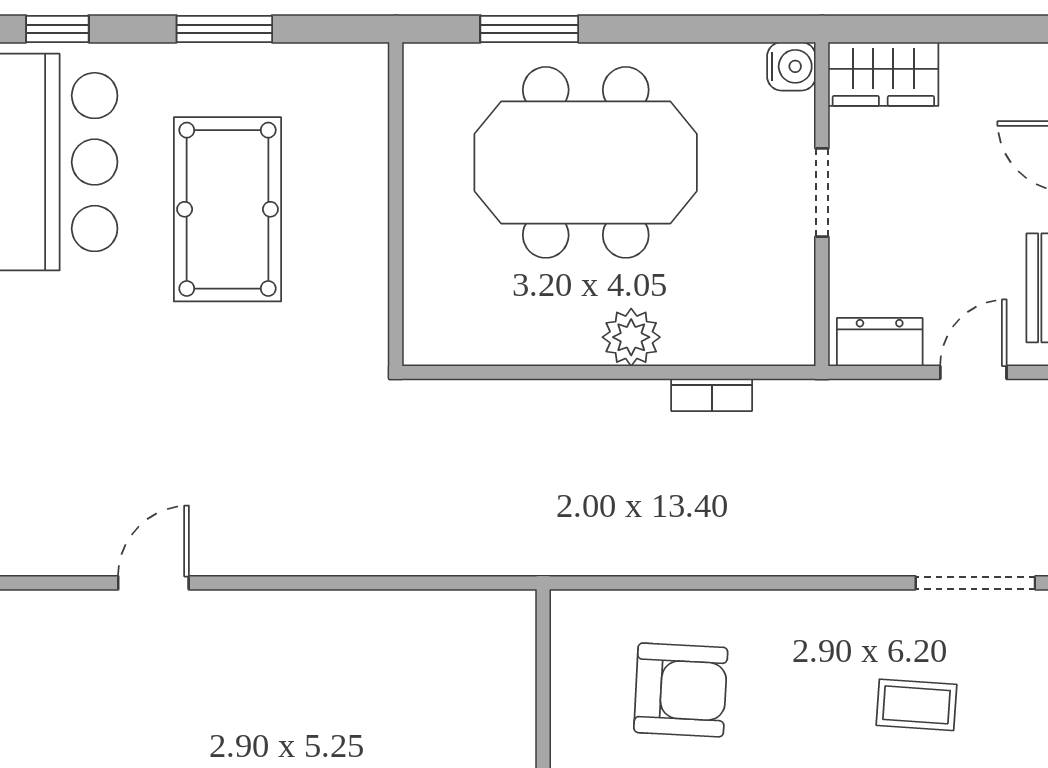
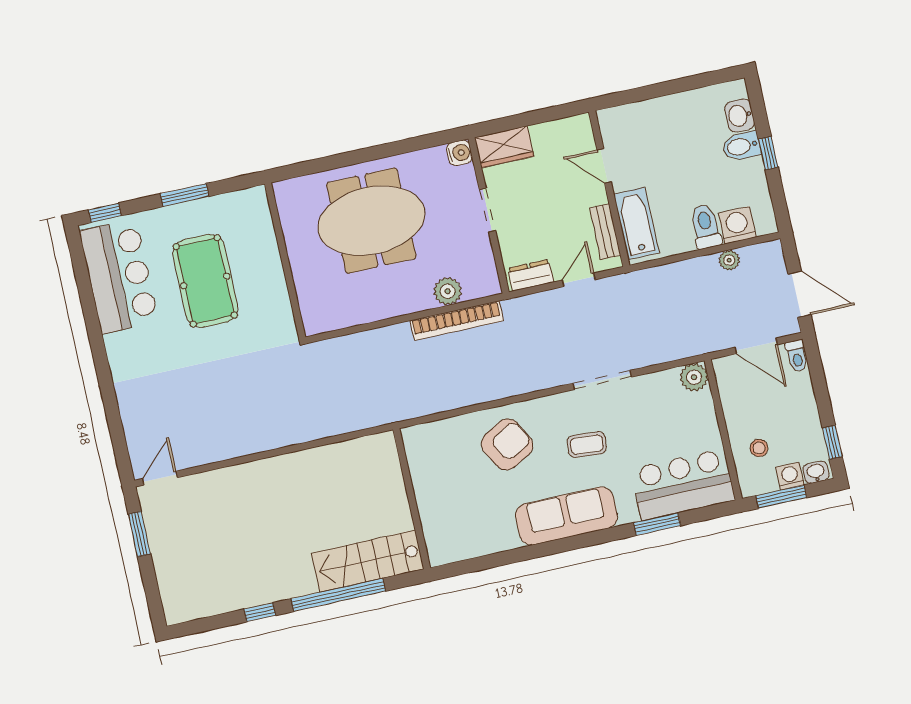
window: (529, 29) -> (330, 163), removed
plant: (631, 337) -> (448, 291), moved
bookcase: (712, 395) -> (457, 321), width x2.31, depth x1.31
door: (153, 583) -> (160, 478), moved
armchair: (681, 690) -> (507, 444), moved, turned -32

